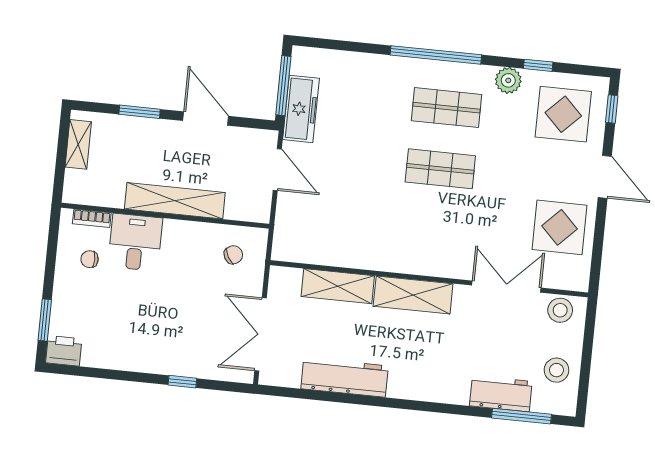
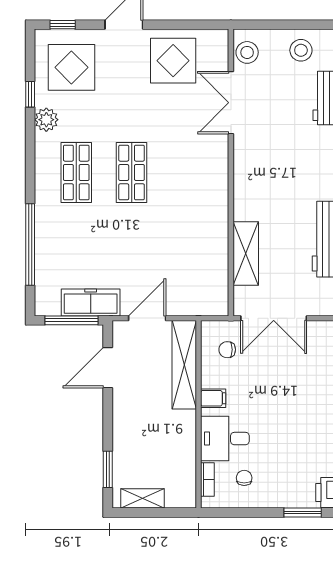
window: (436, 55) -> (30, 245), moved
window: (140, 112) -> (108, 469), moved
door: (206, 118) -> (108, 368), moved
shelving: (175, 201) -> (184, 365), moved
filing cabinet: (181, 234) -> (213, 398), added
chair: (233, 255) -> (227, 350), turned -61
chair: (90, 259) -> (244, 478), turned 180
shelving: (413, 295) -> (247, 185), removed
double door: (261, 334) -> (274, 318), moved

